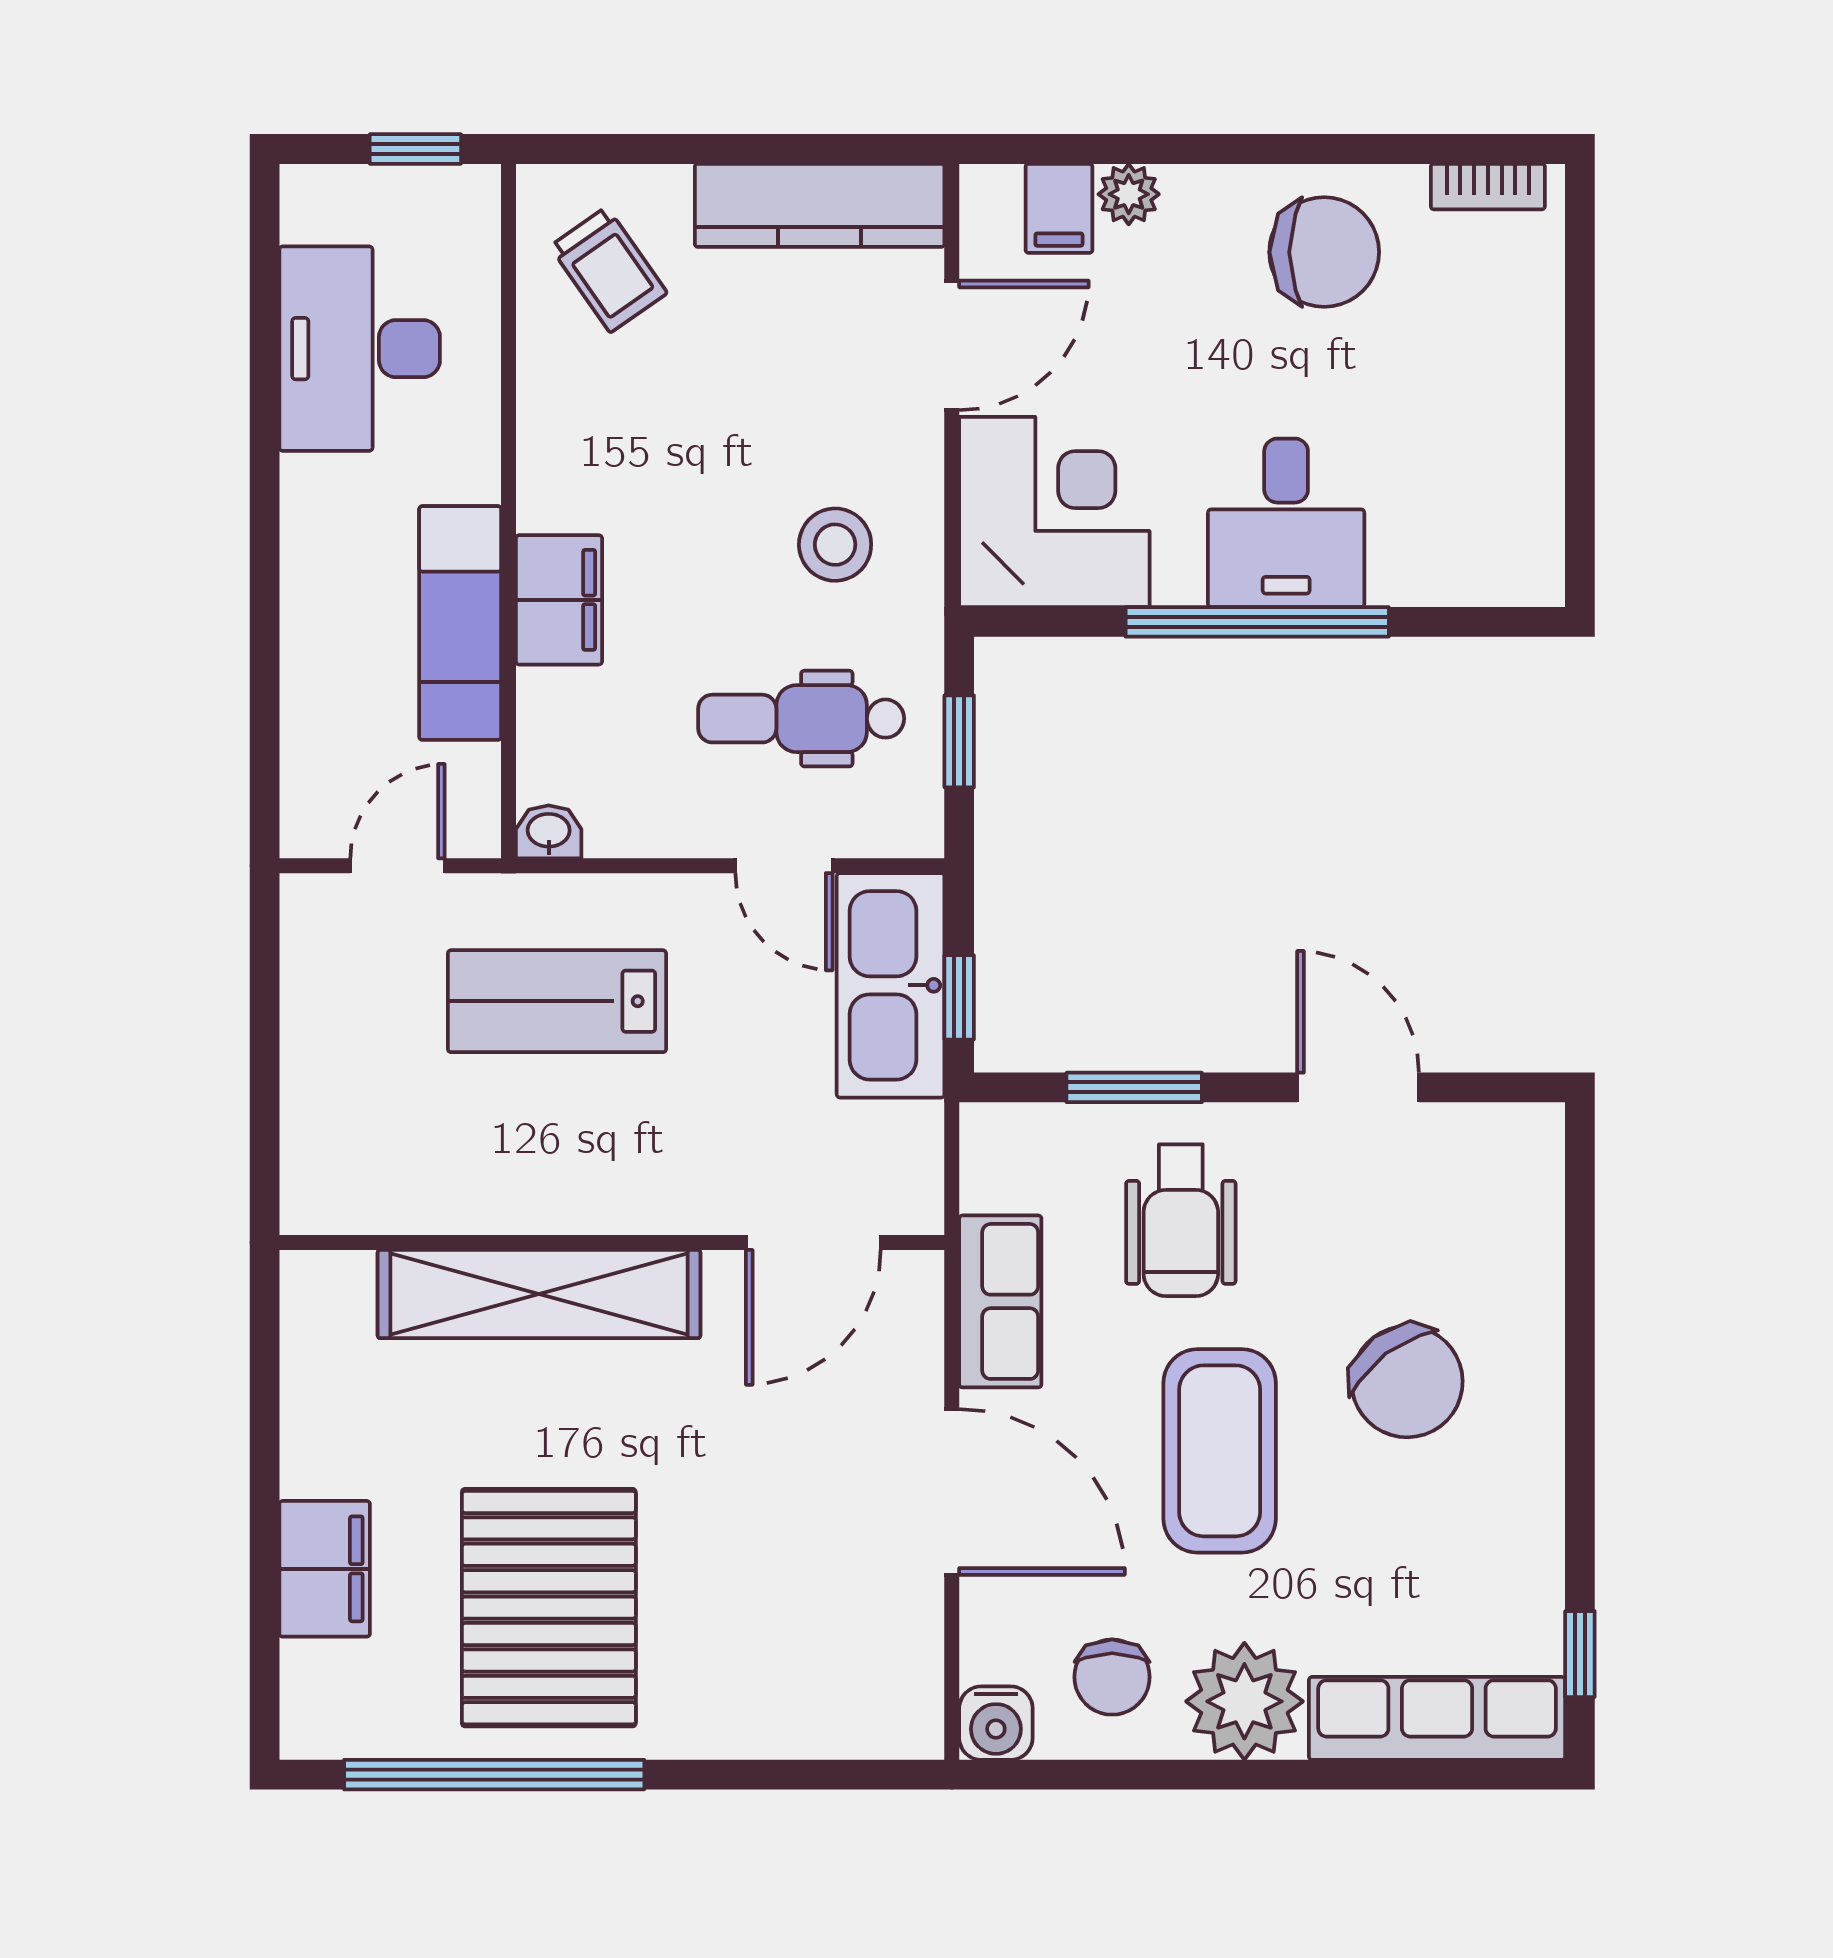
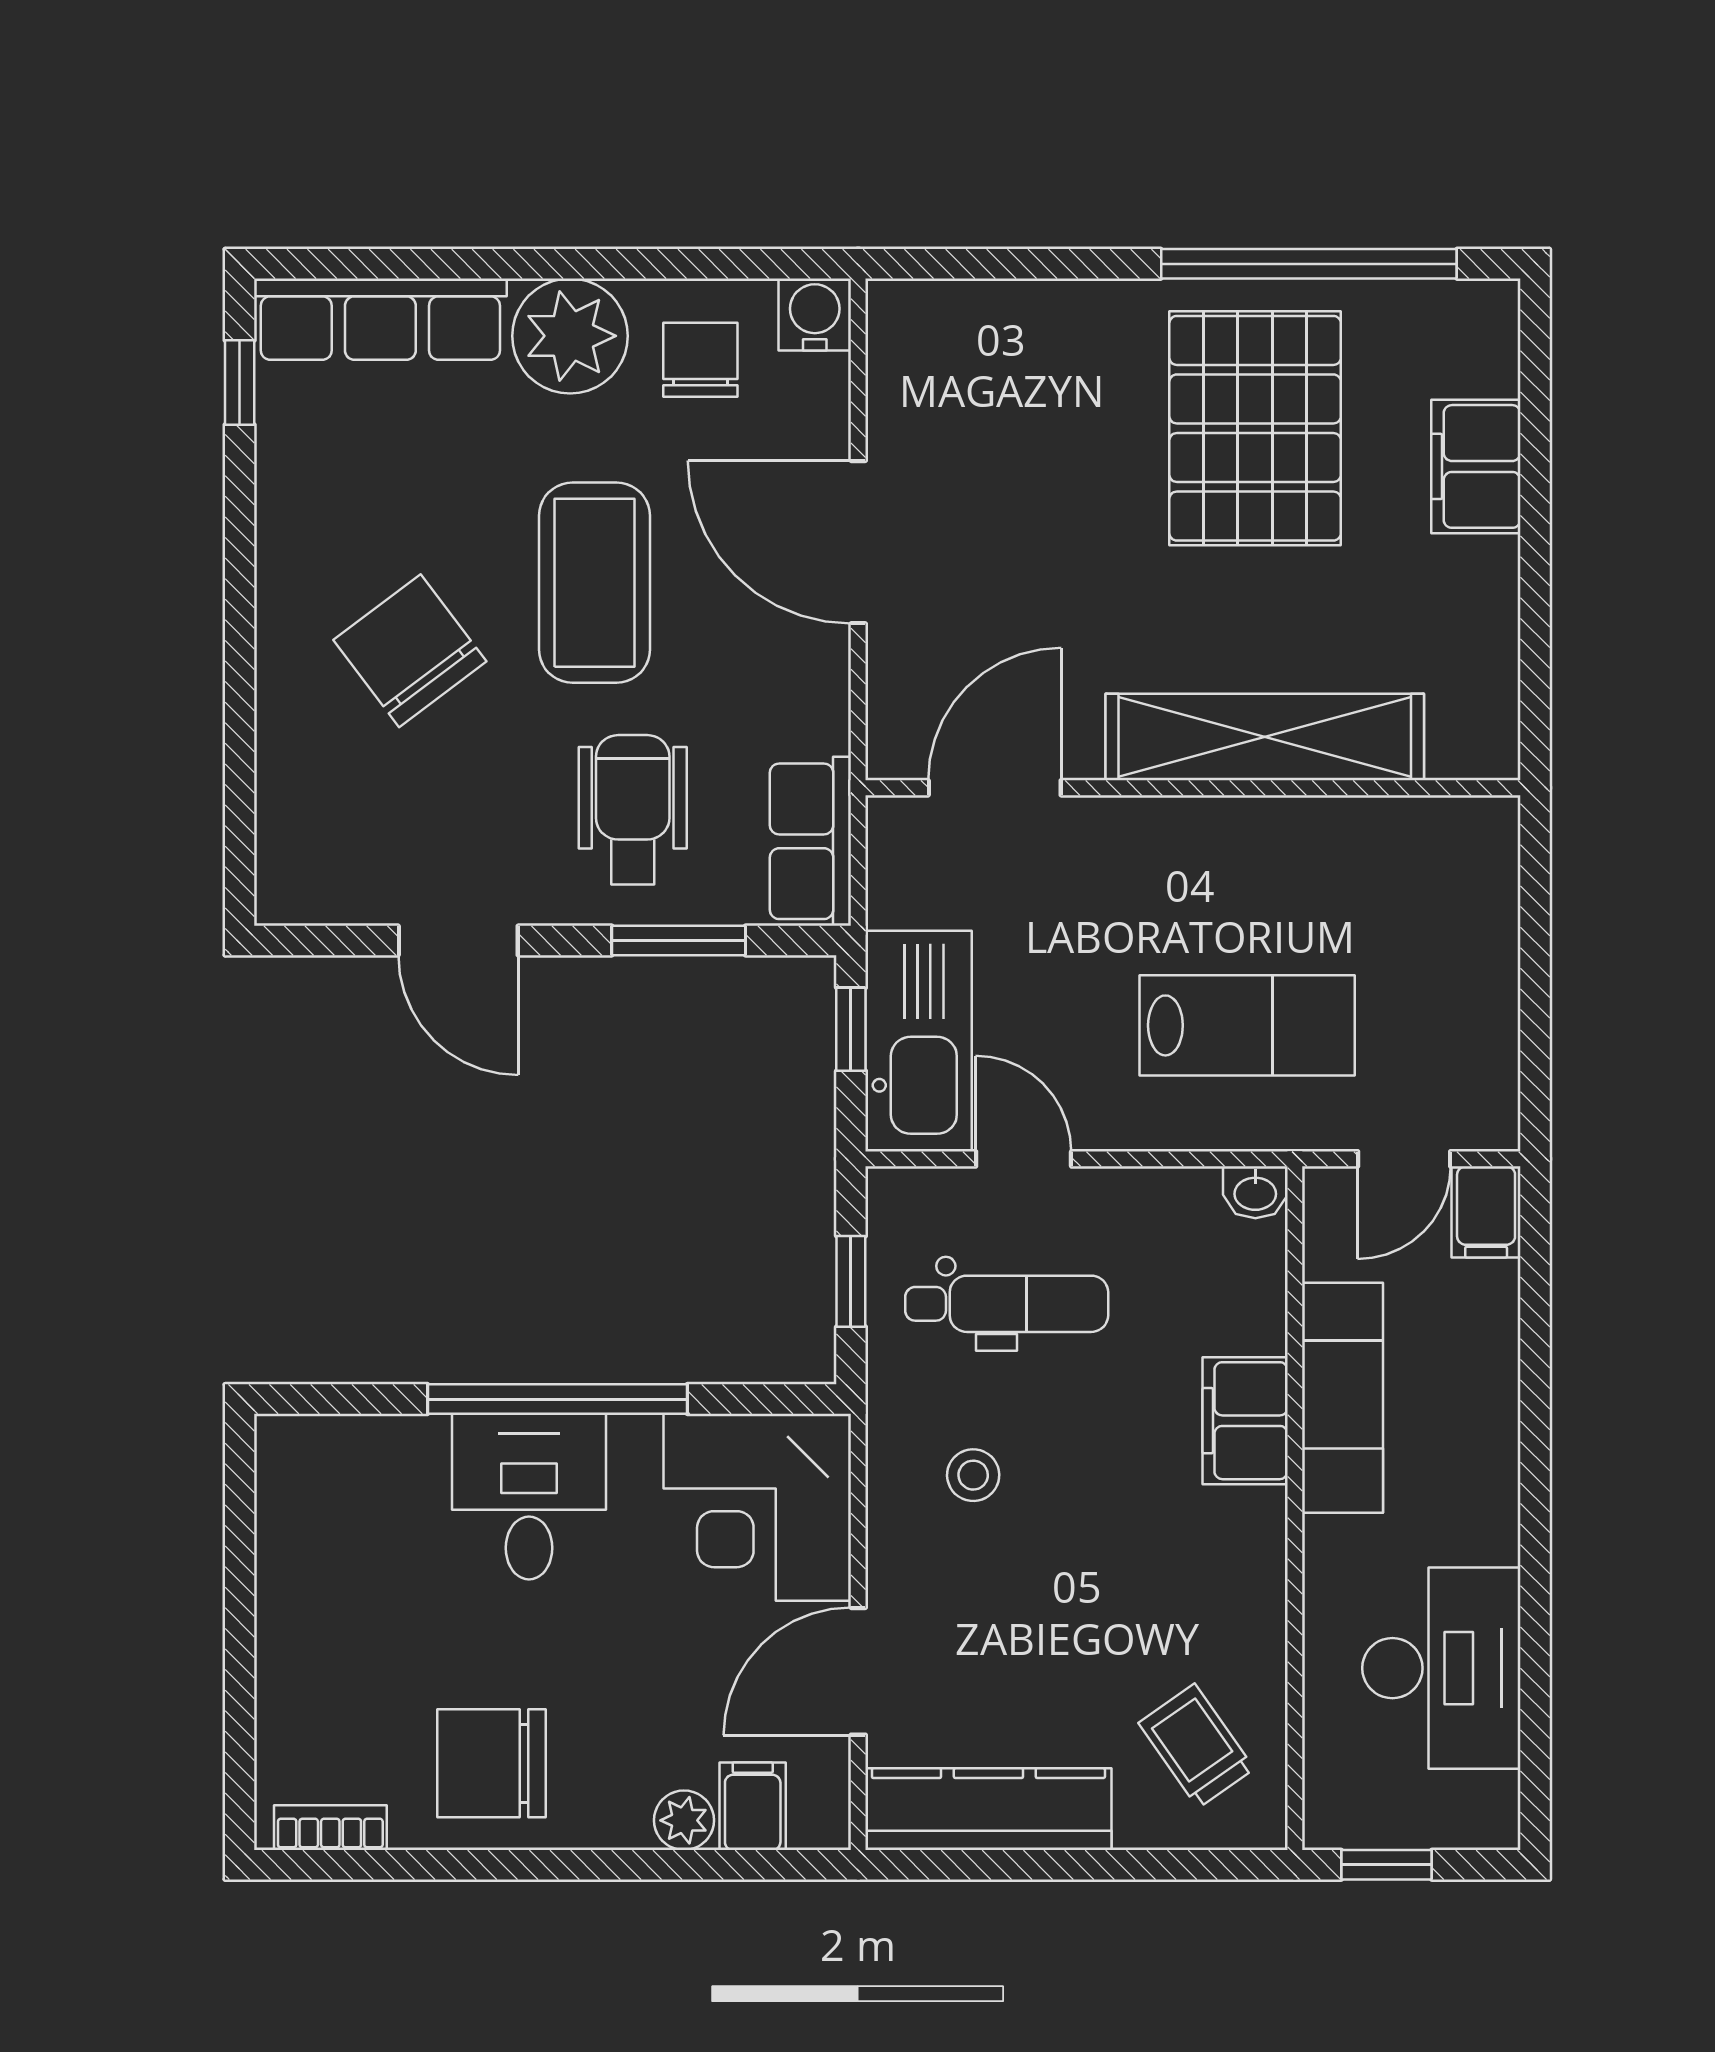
stool: (835, 545) -> (973, 1475), width x0.73, depth x0.73
filing cabinet: (314, 812) -> (1486, 1212), added
row of seats: (1000, 1301) -> (810, 841), moved

